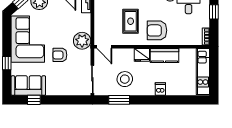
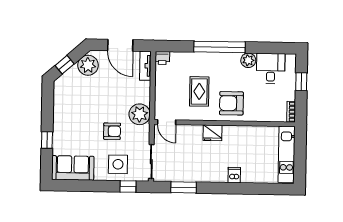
corner sofa: (28, 39) -> (73, 111), removed
armchair: (60, 55) -> (112, 131), turned 180
kitchen counter: (164, 55) -> (240, 134), removed
stool: (125, 79) -> (191, 162), removed
side table: (65, 82) -> (118, 164), added
window: (34, 100) -> (128, 186), moved

